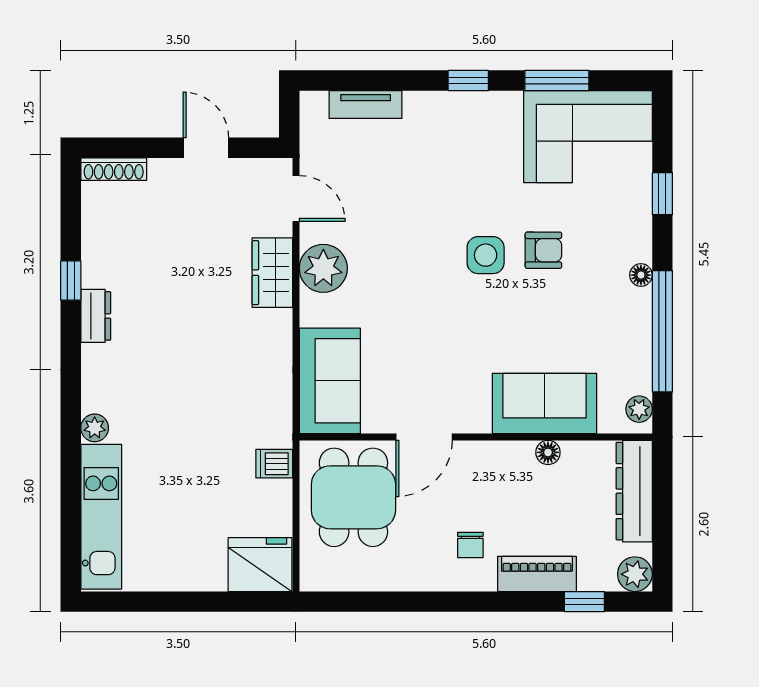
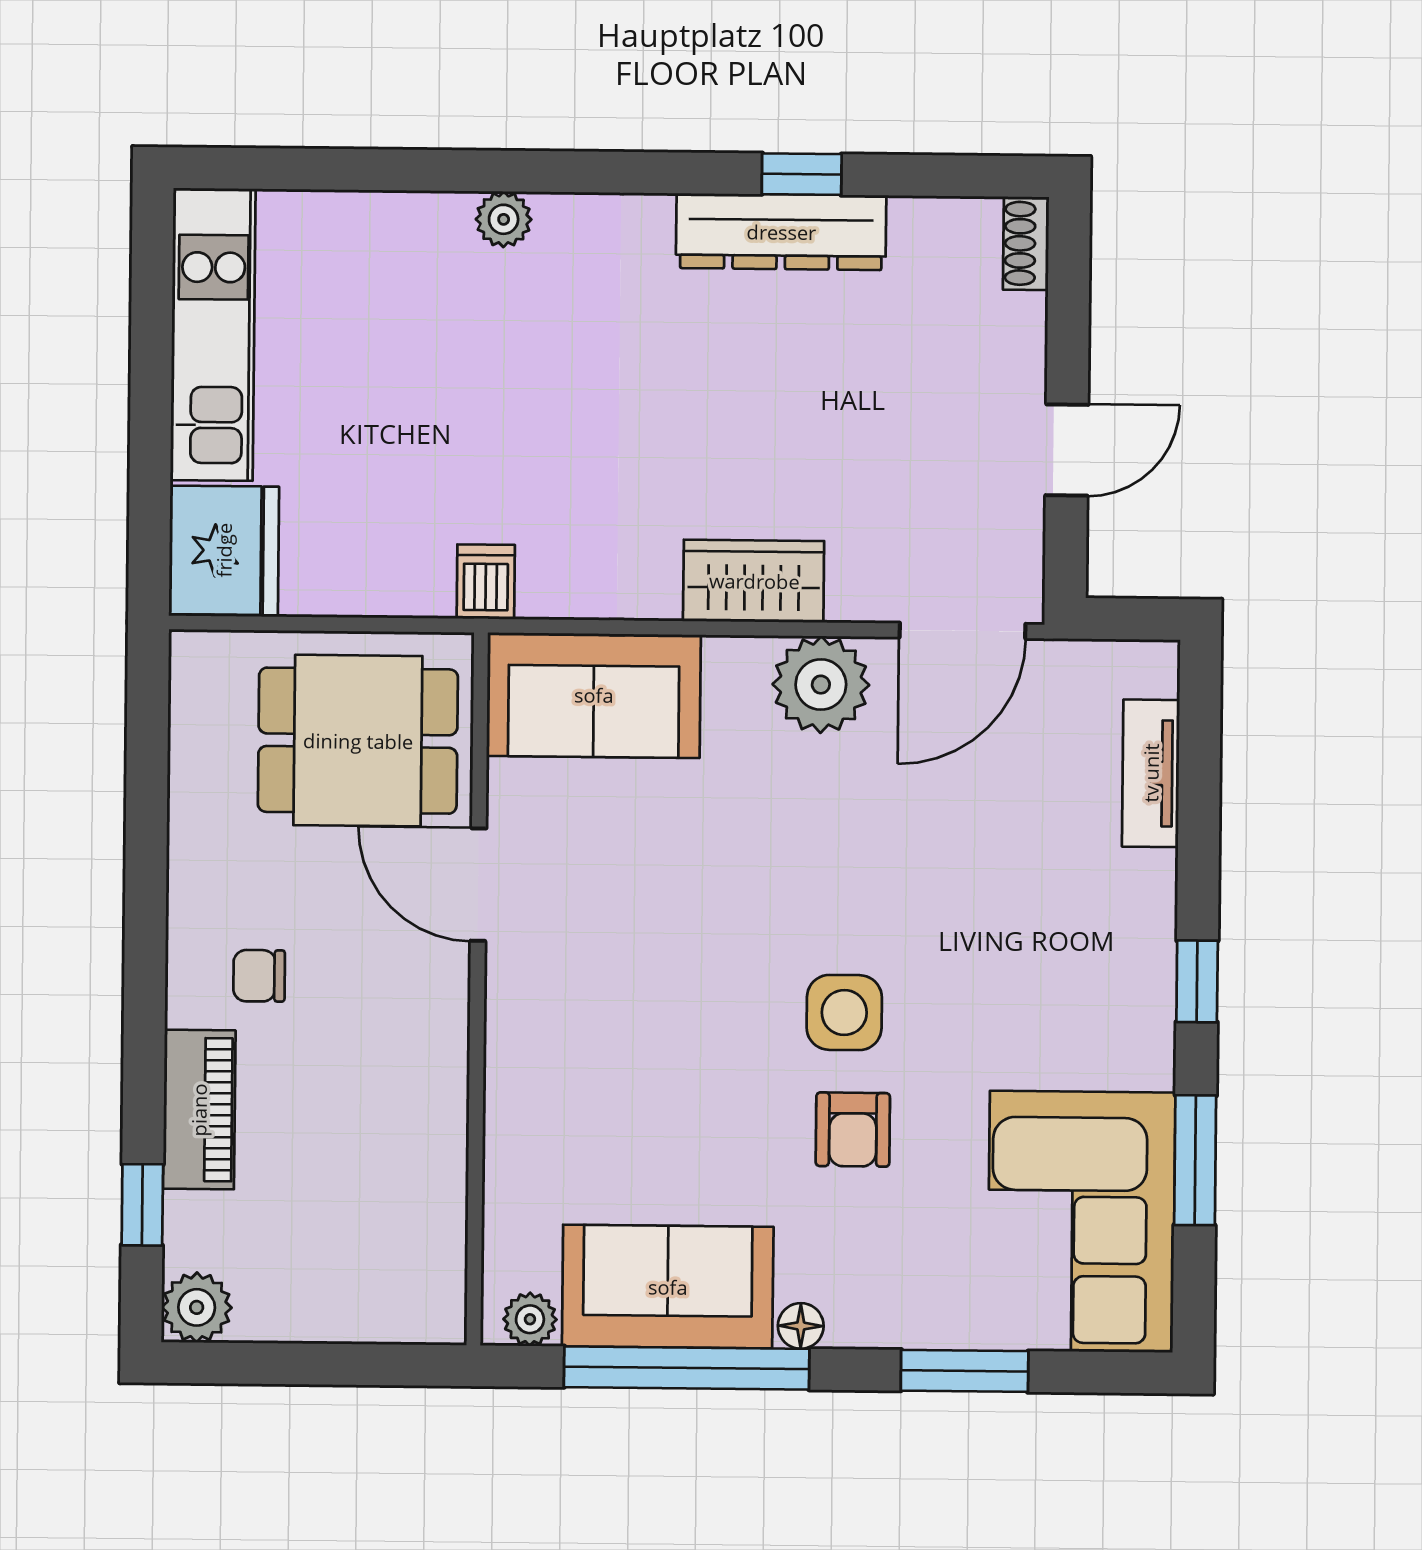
shoe rack: (114, 169) -> (1026, 243), width x0.70
window: (662, 194) -> (965, 1371), width x1.50
door: (296, 198) -> (963, 631), width x1.38
wardrobe: (272, 273) -> (754, 581), moved
dresser: (96, 316) -> (781, 232), width x1.96, depth x1.24
sofa: (544, 403) -> (668, 1287), moved, turned -90
floor lamp: (548, 452) -> (444, 1134), removed
dishwasher: (274, 464) -> (486, 582), moved
dresser: (634, 491) -> (364, 1308), removed
kitchen unit: (101, 517) -> (213, 334), moved, turned -90

